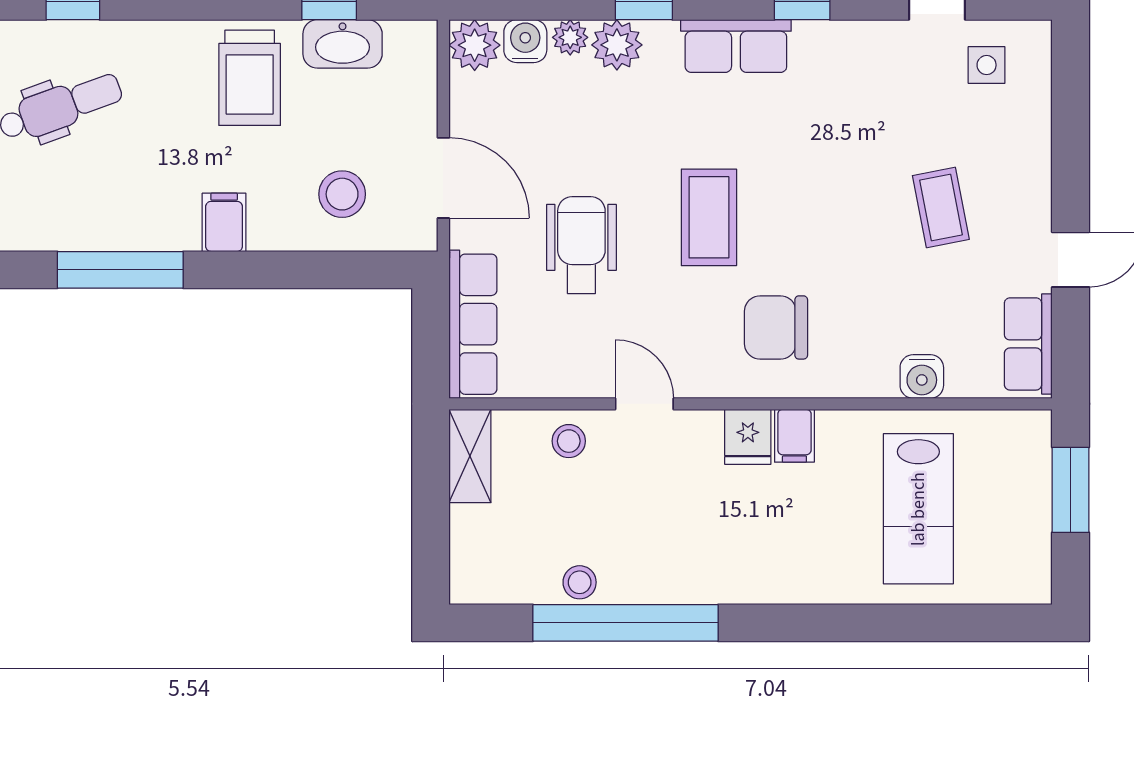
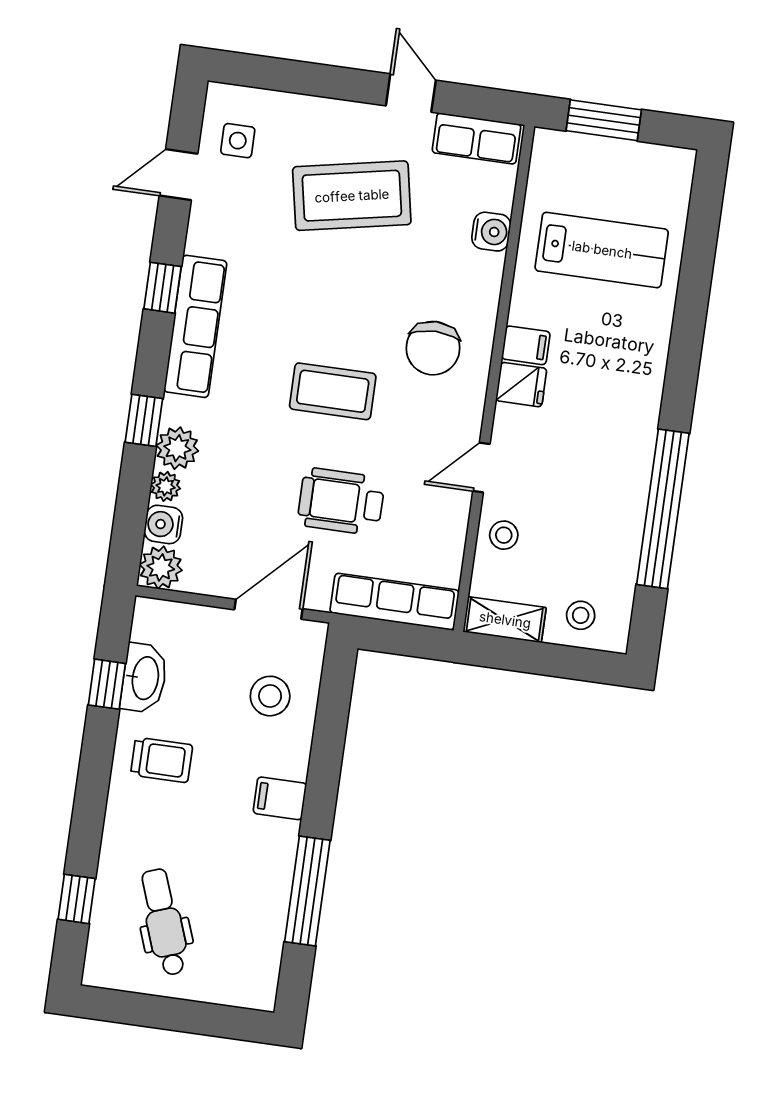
row of seats: (736, 46) -> (195, 326), width x1.48
trolley: (250, 78) -> (162, 760), width x0.73, depth x0.72
coffee table: (941, 207) -> (352, 196), width x1.86, depth x1.72
stool: (580, 582) -> (581, 615), moved

